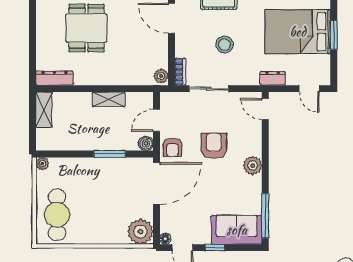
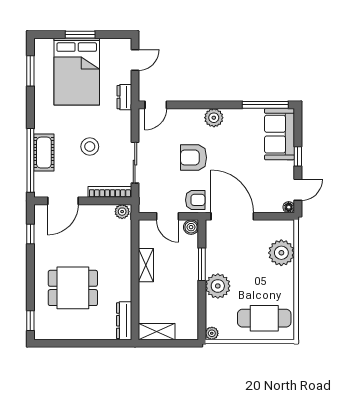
bookcase: (180, 72) -> (110, 192), width x1.56
plant: (88, 169) -> (218, 286), added
plant: (140, 232) -> (281, 253), moved

